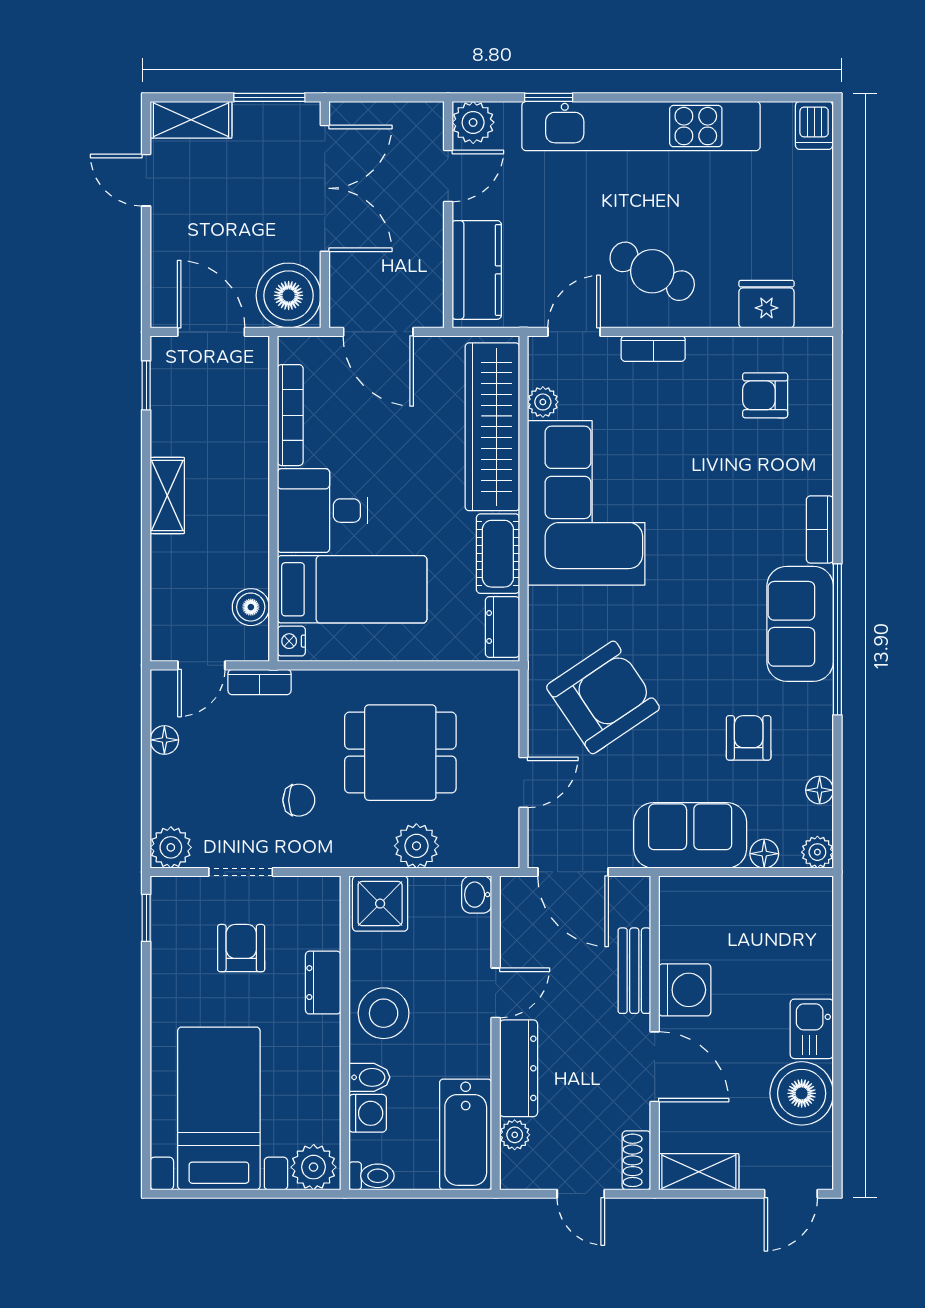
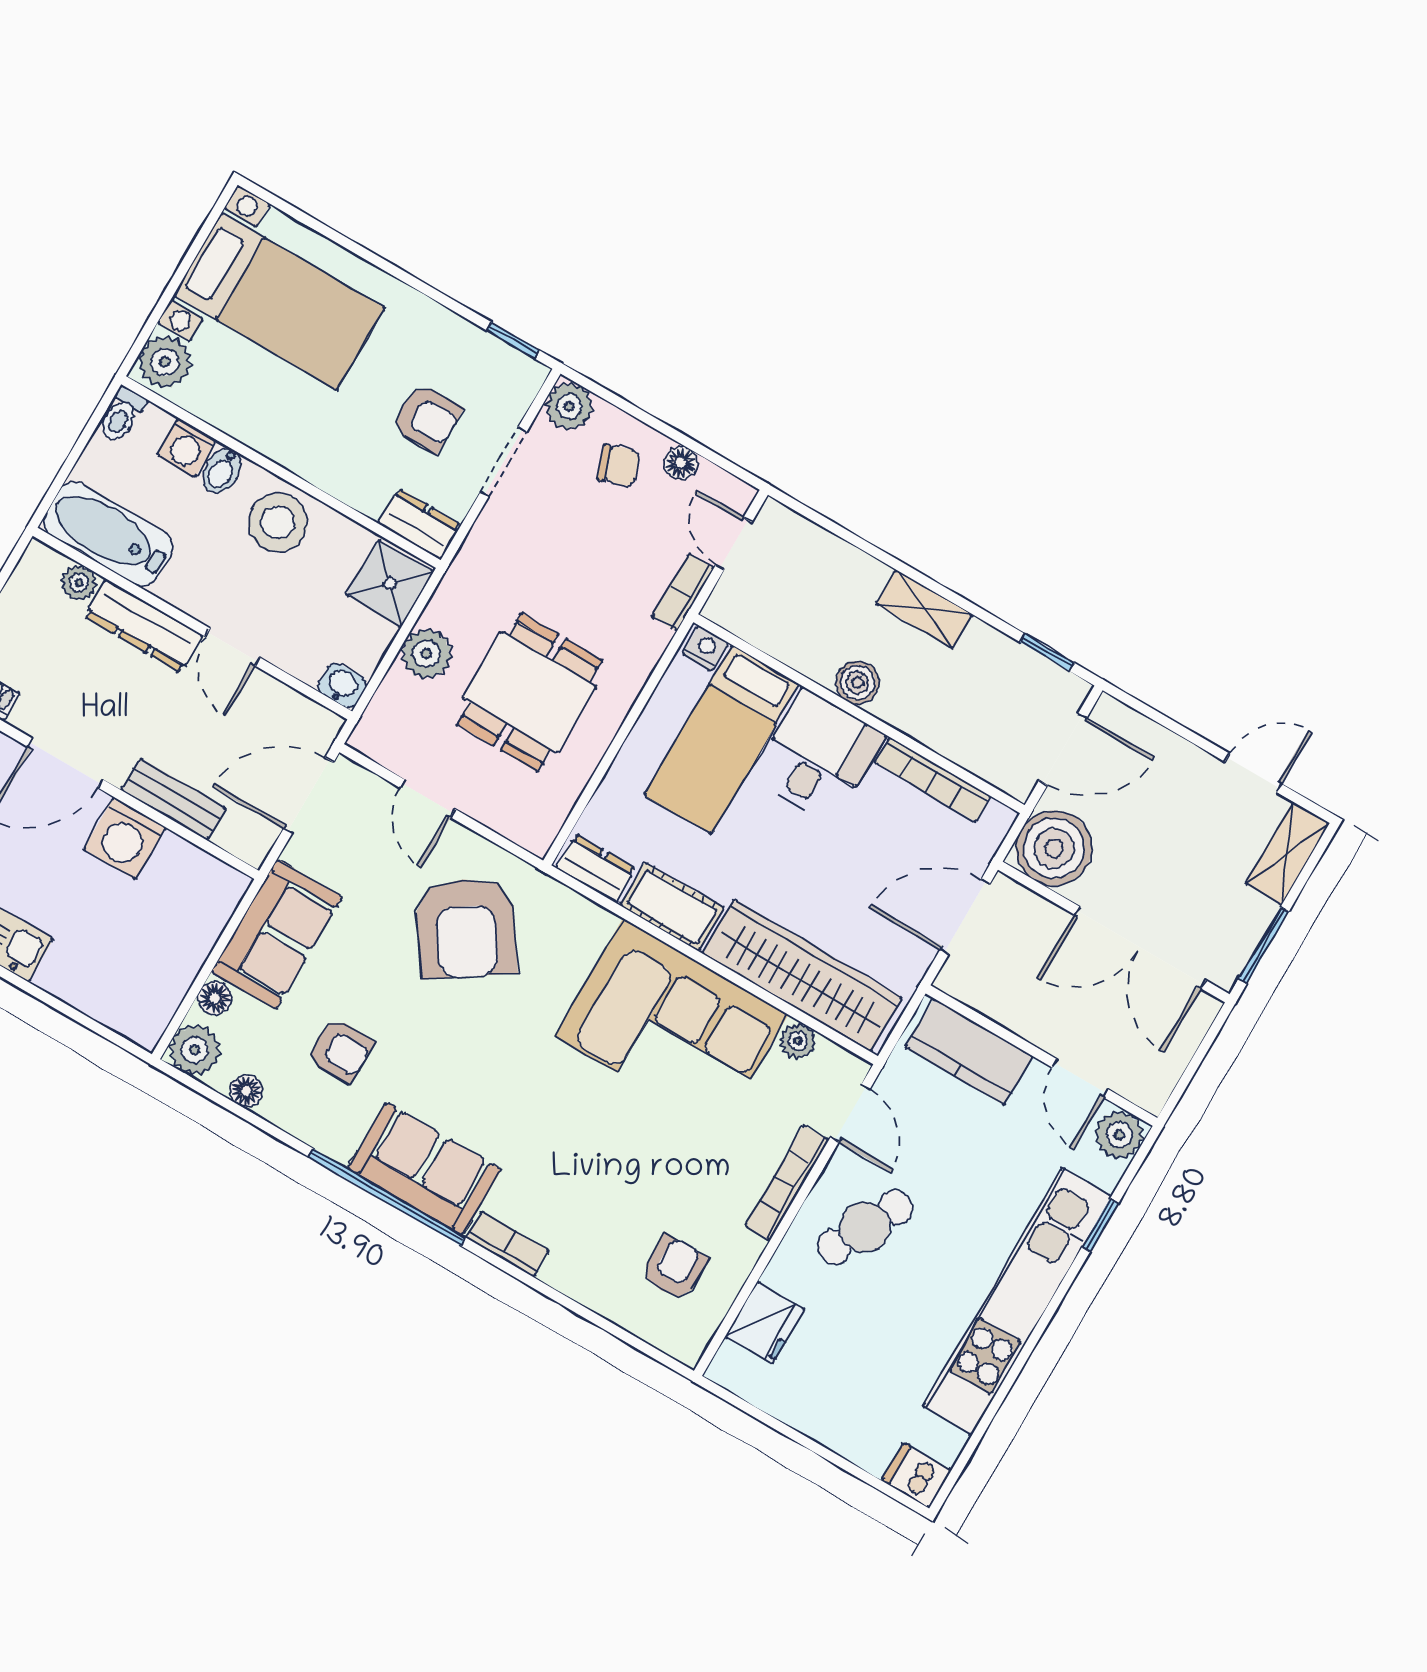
bookcase: (653, 349) -> (787, 1183), width x1.56
boiler: (251, 607) -> (858, 683), moved
chair: (299, 800) -> (619, 466), moved, turned -110
plant: (817, 852) -> (195, 1050), width x1.38, depth x1.38
dresser: (323, 983) -> (420, 524), moved

